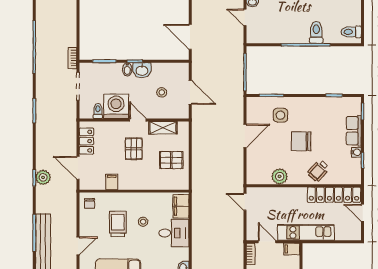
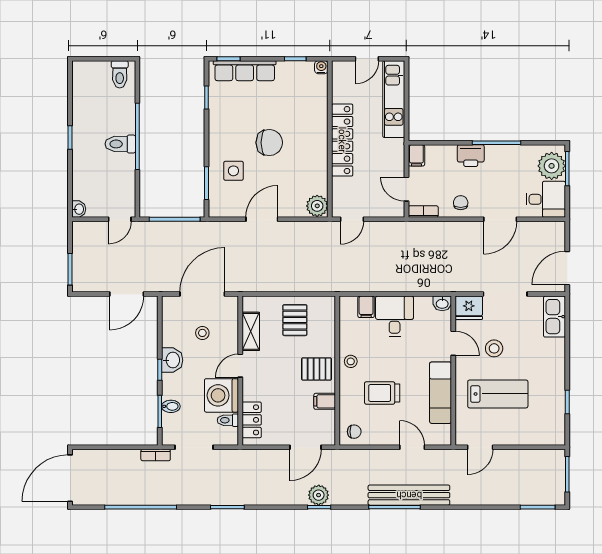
door: (245, 17) -> (120, 219), moved
toilet: (316, 32) -> (120, 144), moved
bidet: (127, 69) -> (171, 406), moved
door: (190, 92) -> (202, 294), width x1.36
row of seats: (354, 131) -> (245, 71), width x1.48
door: (245, 136) -> (262, 219), hinge flipped
locker: (86, 141) -> (252, 420), moved, turned 90
chair: (301, 141) -> (269, 143), turned -90
pallet: (134, 149) -> (317, 369), moved
water cooler: (356, 152) -> (321, 67), moved
wheelchair: (318, 171) -> (309, 119), removed
plant: (280, 176) -> (317, 206), moved
locker: (334, 195) -> (342, 140), moved
filing cabinet: (181, 206) -> (366, 307), width x0.50
stool: (143, 222) -> (351, 361), moved
kitchen unit: (306, 232) -> (394, 99), moved
door: (267, 242) -> (406, 189), hinge flipped

